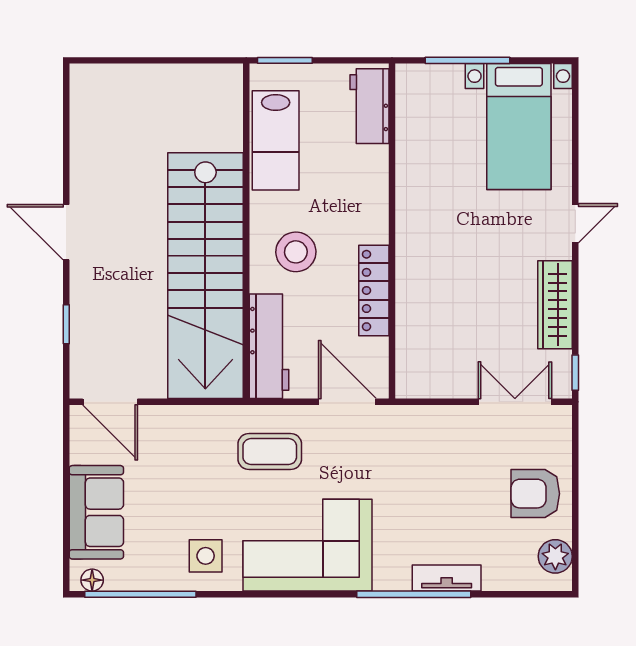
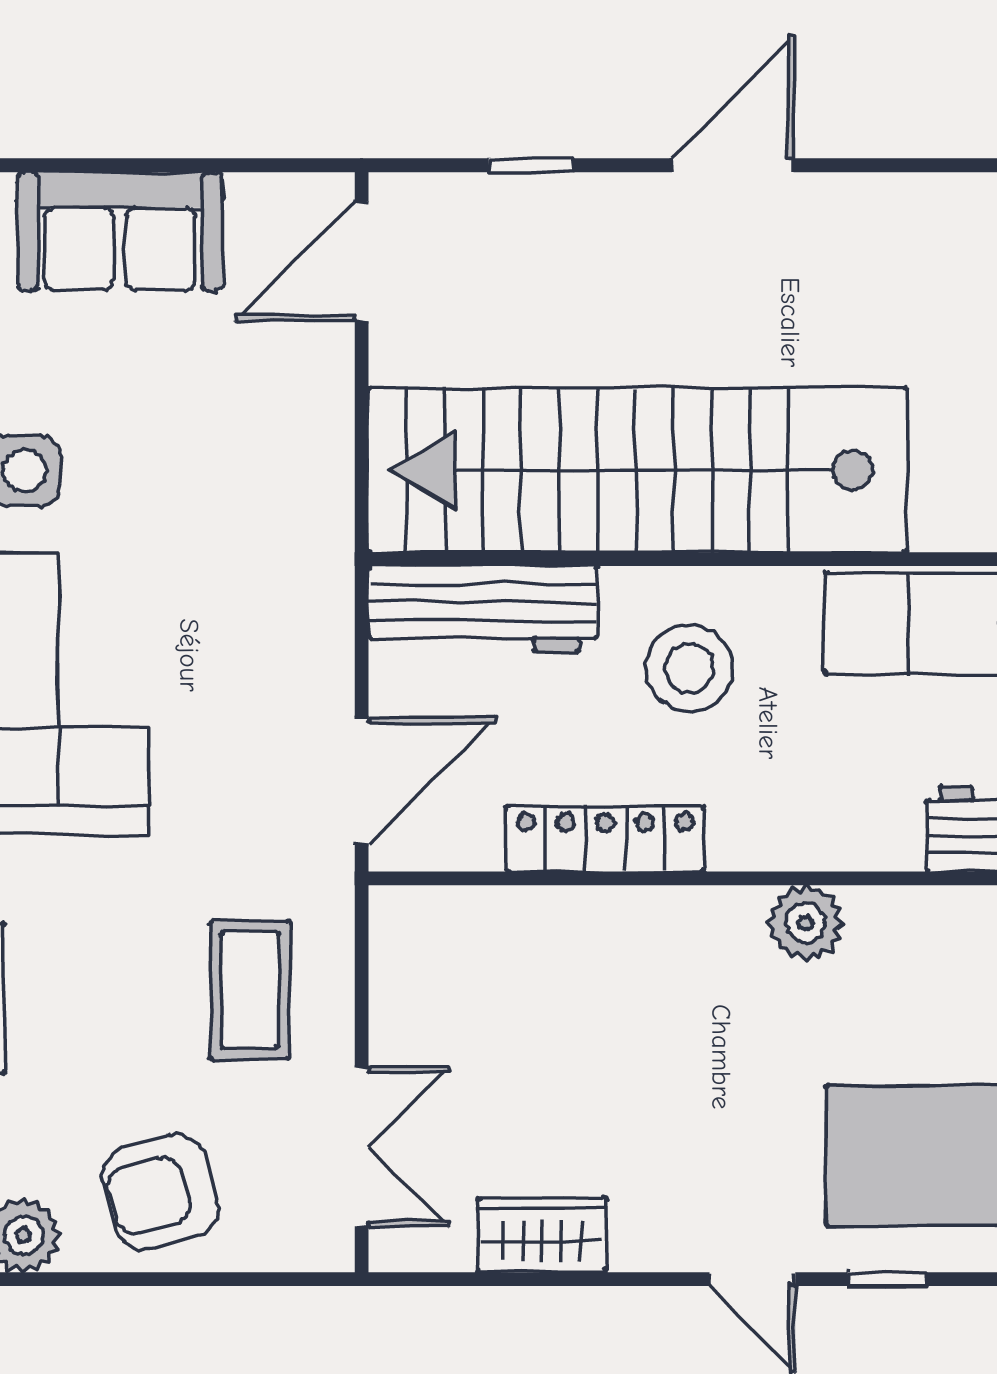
plant: (412, 199) -> (805, 923), added
wardrobe: (555, 305) -> (542, 1235), width x0.67
window: (575, 373) -> (887, 1279), moved
coffee table: (270, 452) -> (250, 990), moved
armchair: (535, 494) -> (161, 1192), turned -106

